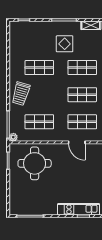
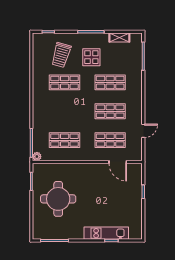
trolley: (21, 94) -> (61, 55), moved
door: (77, 142) -> (118, 162), moved
round table: (35, 163) -> (58, 199), moved

